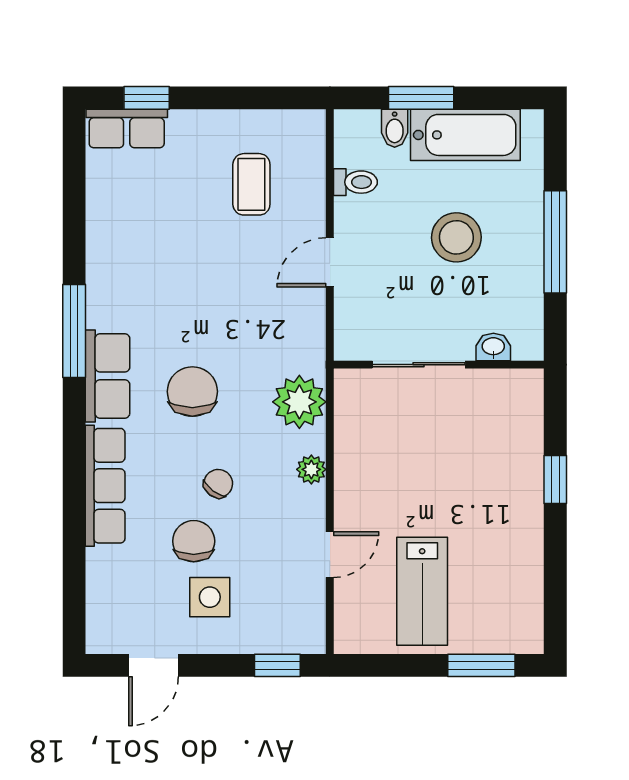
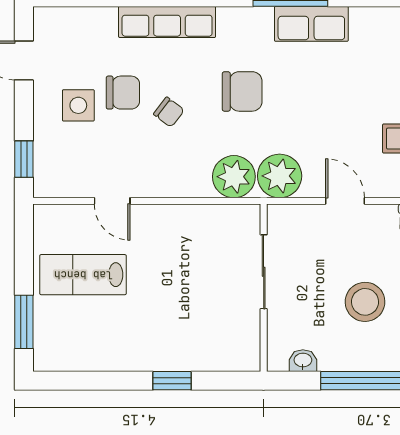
washbasin: (493, 347) -> (303, 361), moved, turned -90
row of seats: (108, 376) -> (311, 24), moved
plant: (311, 469) -> (280, 176), moved, width x1.88, depth x1.88

